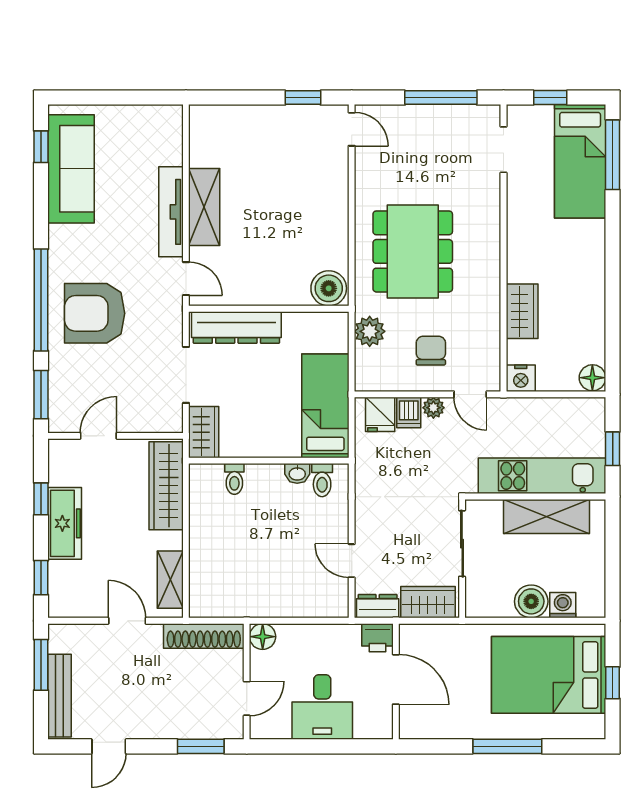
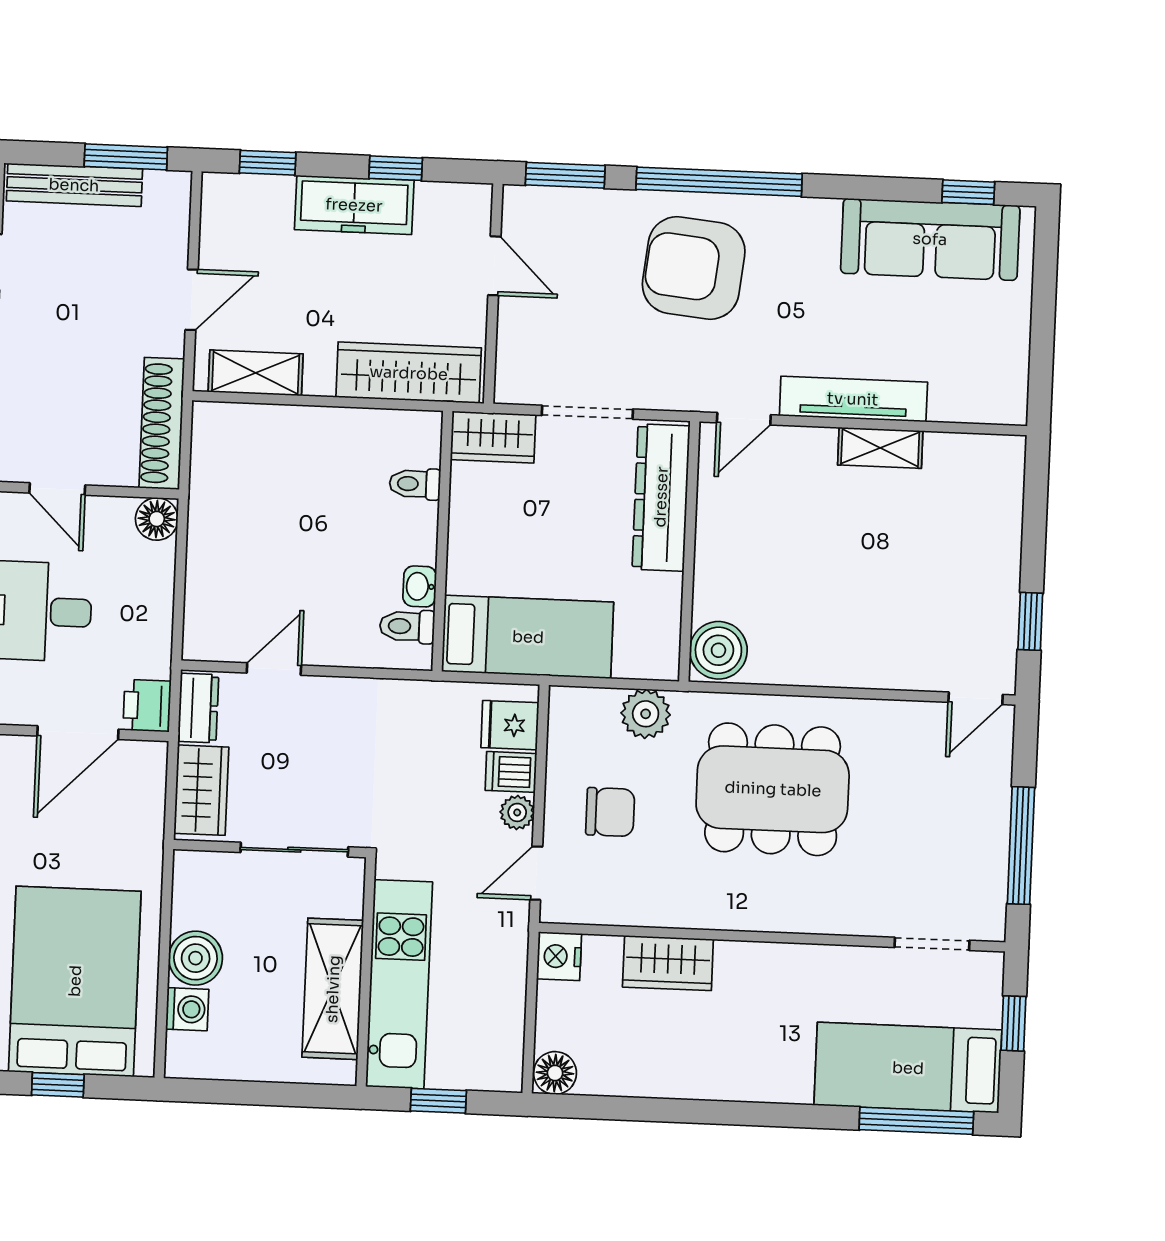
shelving: (204, 207) -> (880, 448), width x0.67, depth x0.75
armchair: (95, 313) -> (694, 268), turned -84

